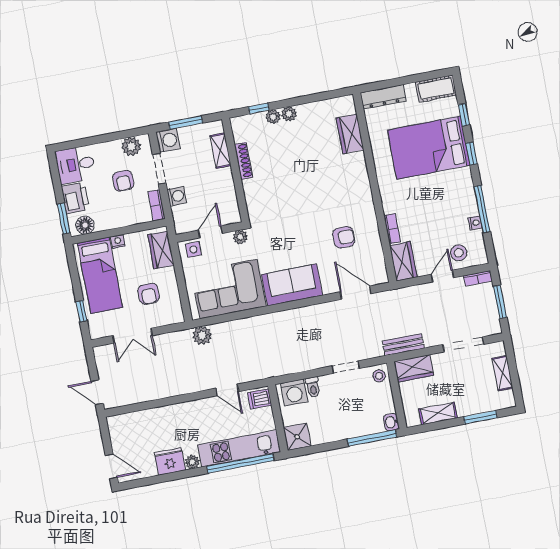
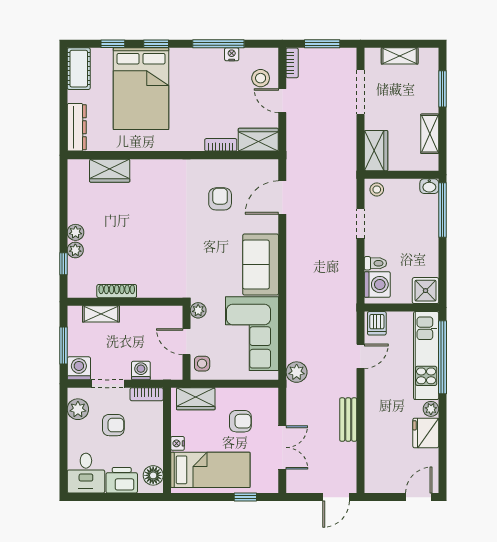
window: (64, 219) -> (142, 497), removed
bench: (403, 345) -> (348, 420), moved

